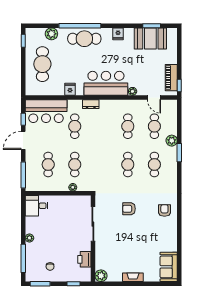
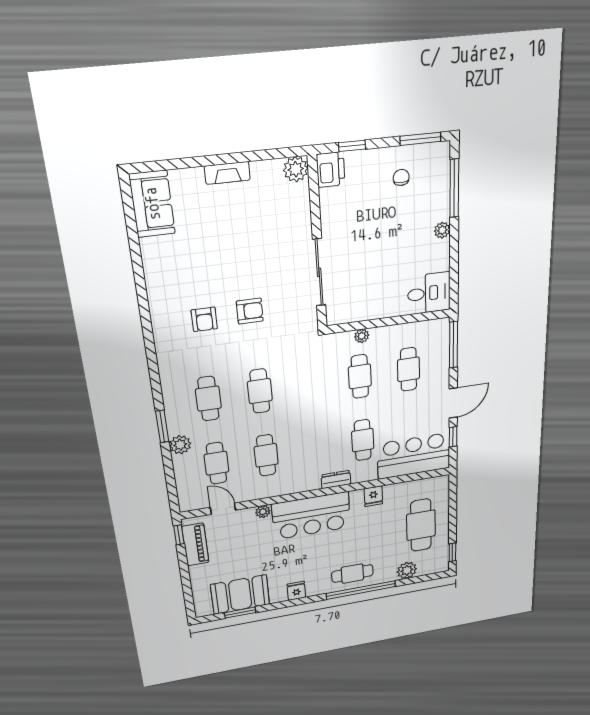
cafe table: (84, 39) -> (352, 574), width x0.73, depth x0.74
armchair: (164, 211) -> (204, 319), moved
printer: (84, 259) -> (331, 170), moved

